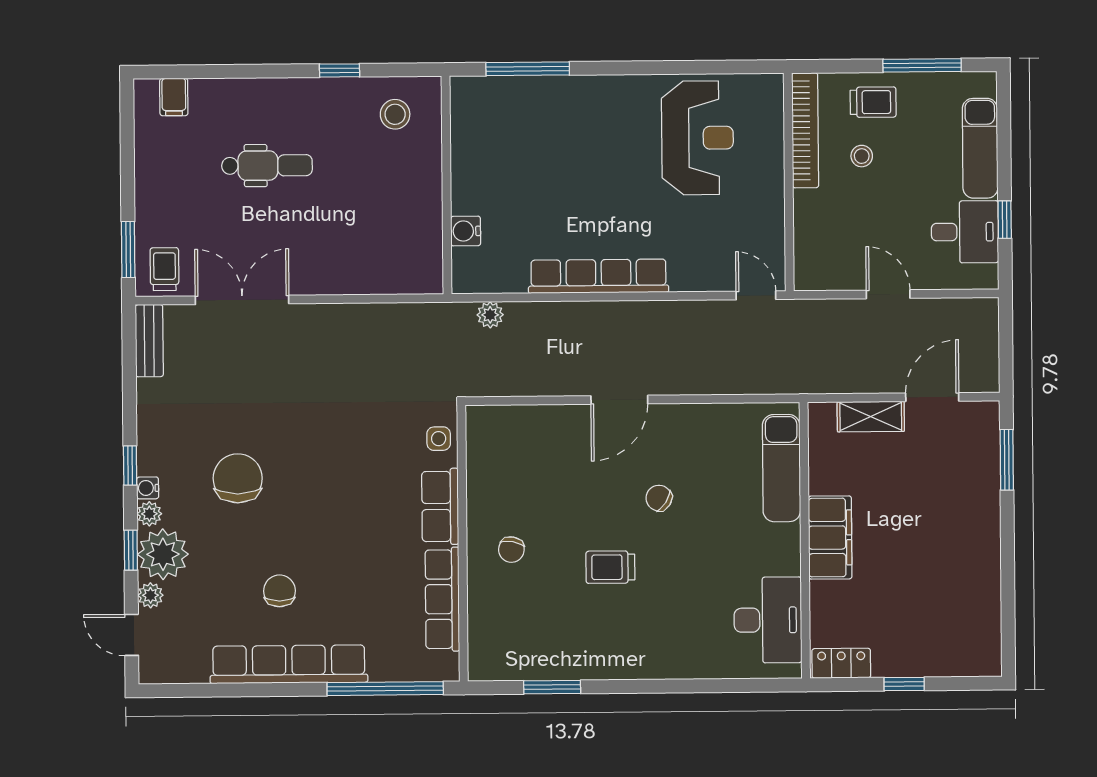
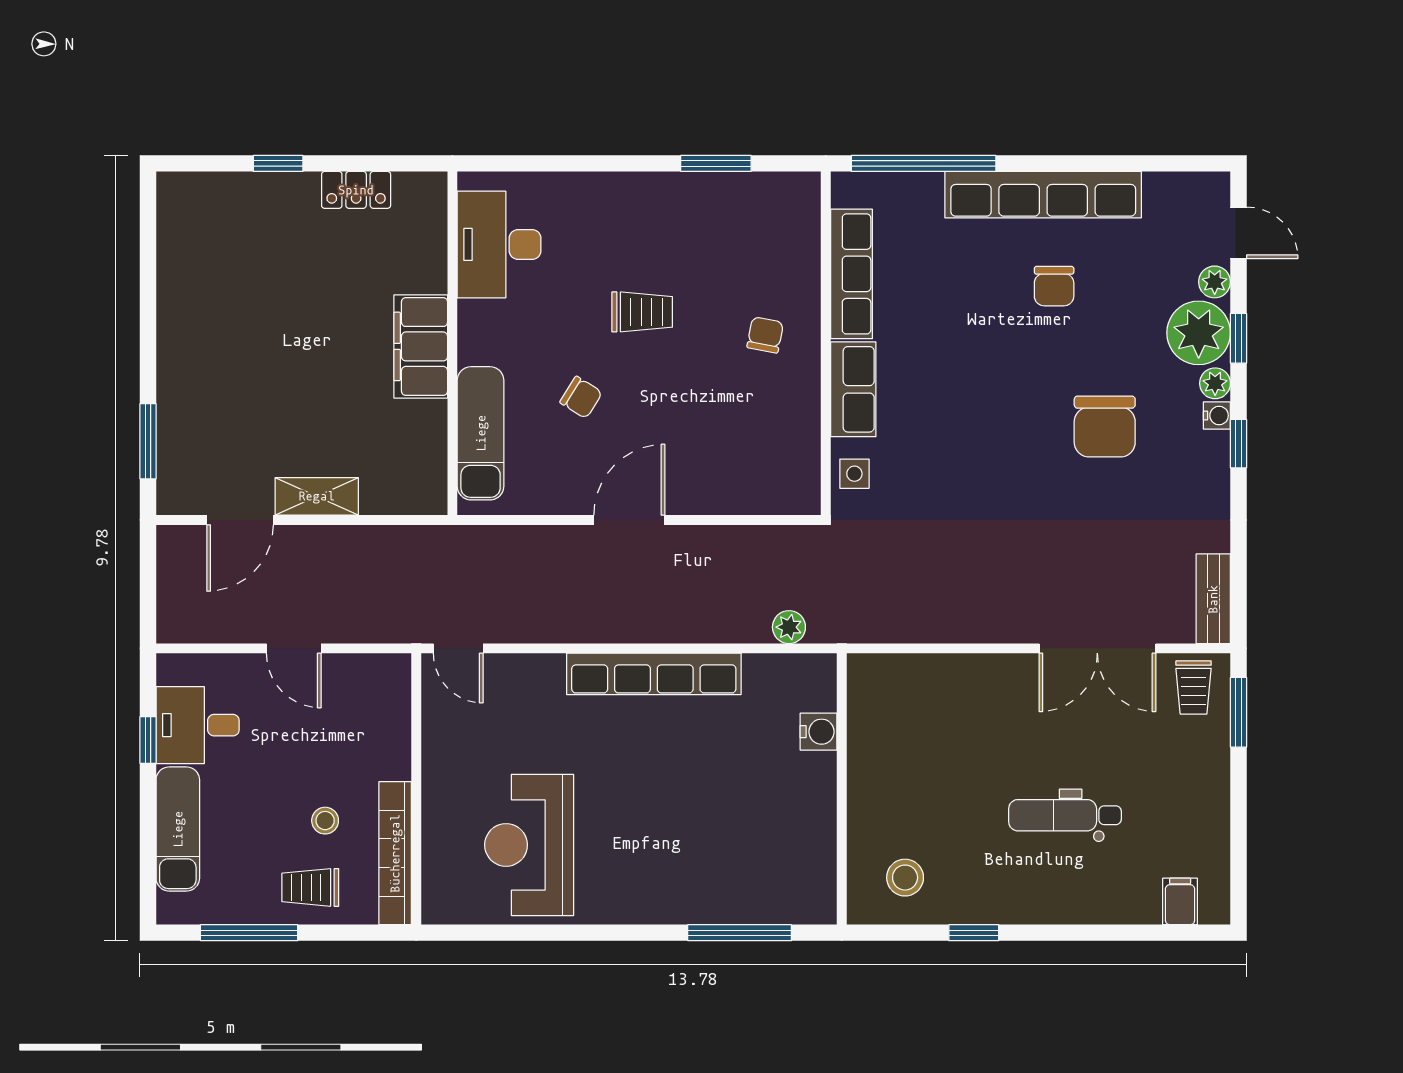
exam couch: (781, 468) -> (481, 433), moved
filing cabinet: (830, 537) -> (421, 346), moved
wall: (805, 540) -> (452, 343), moved
desk: (768, 620) -> (499, 244), moved

